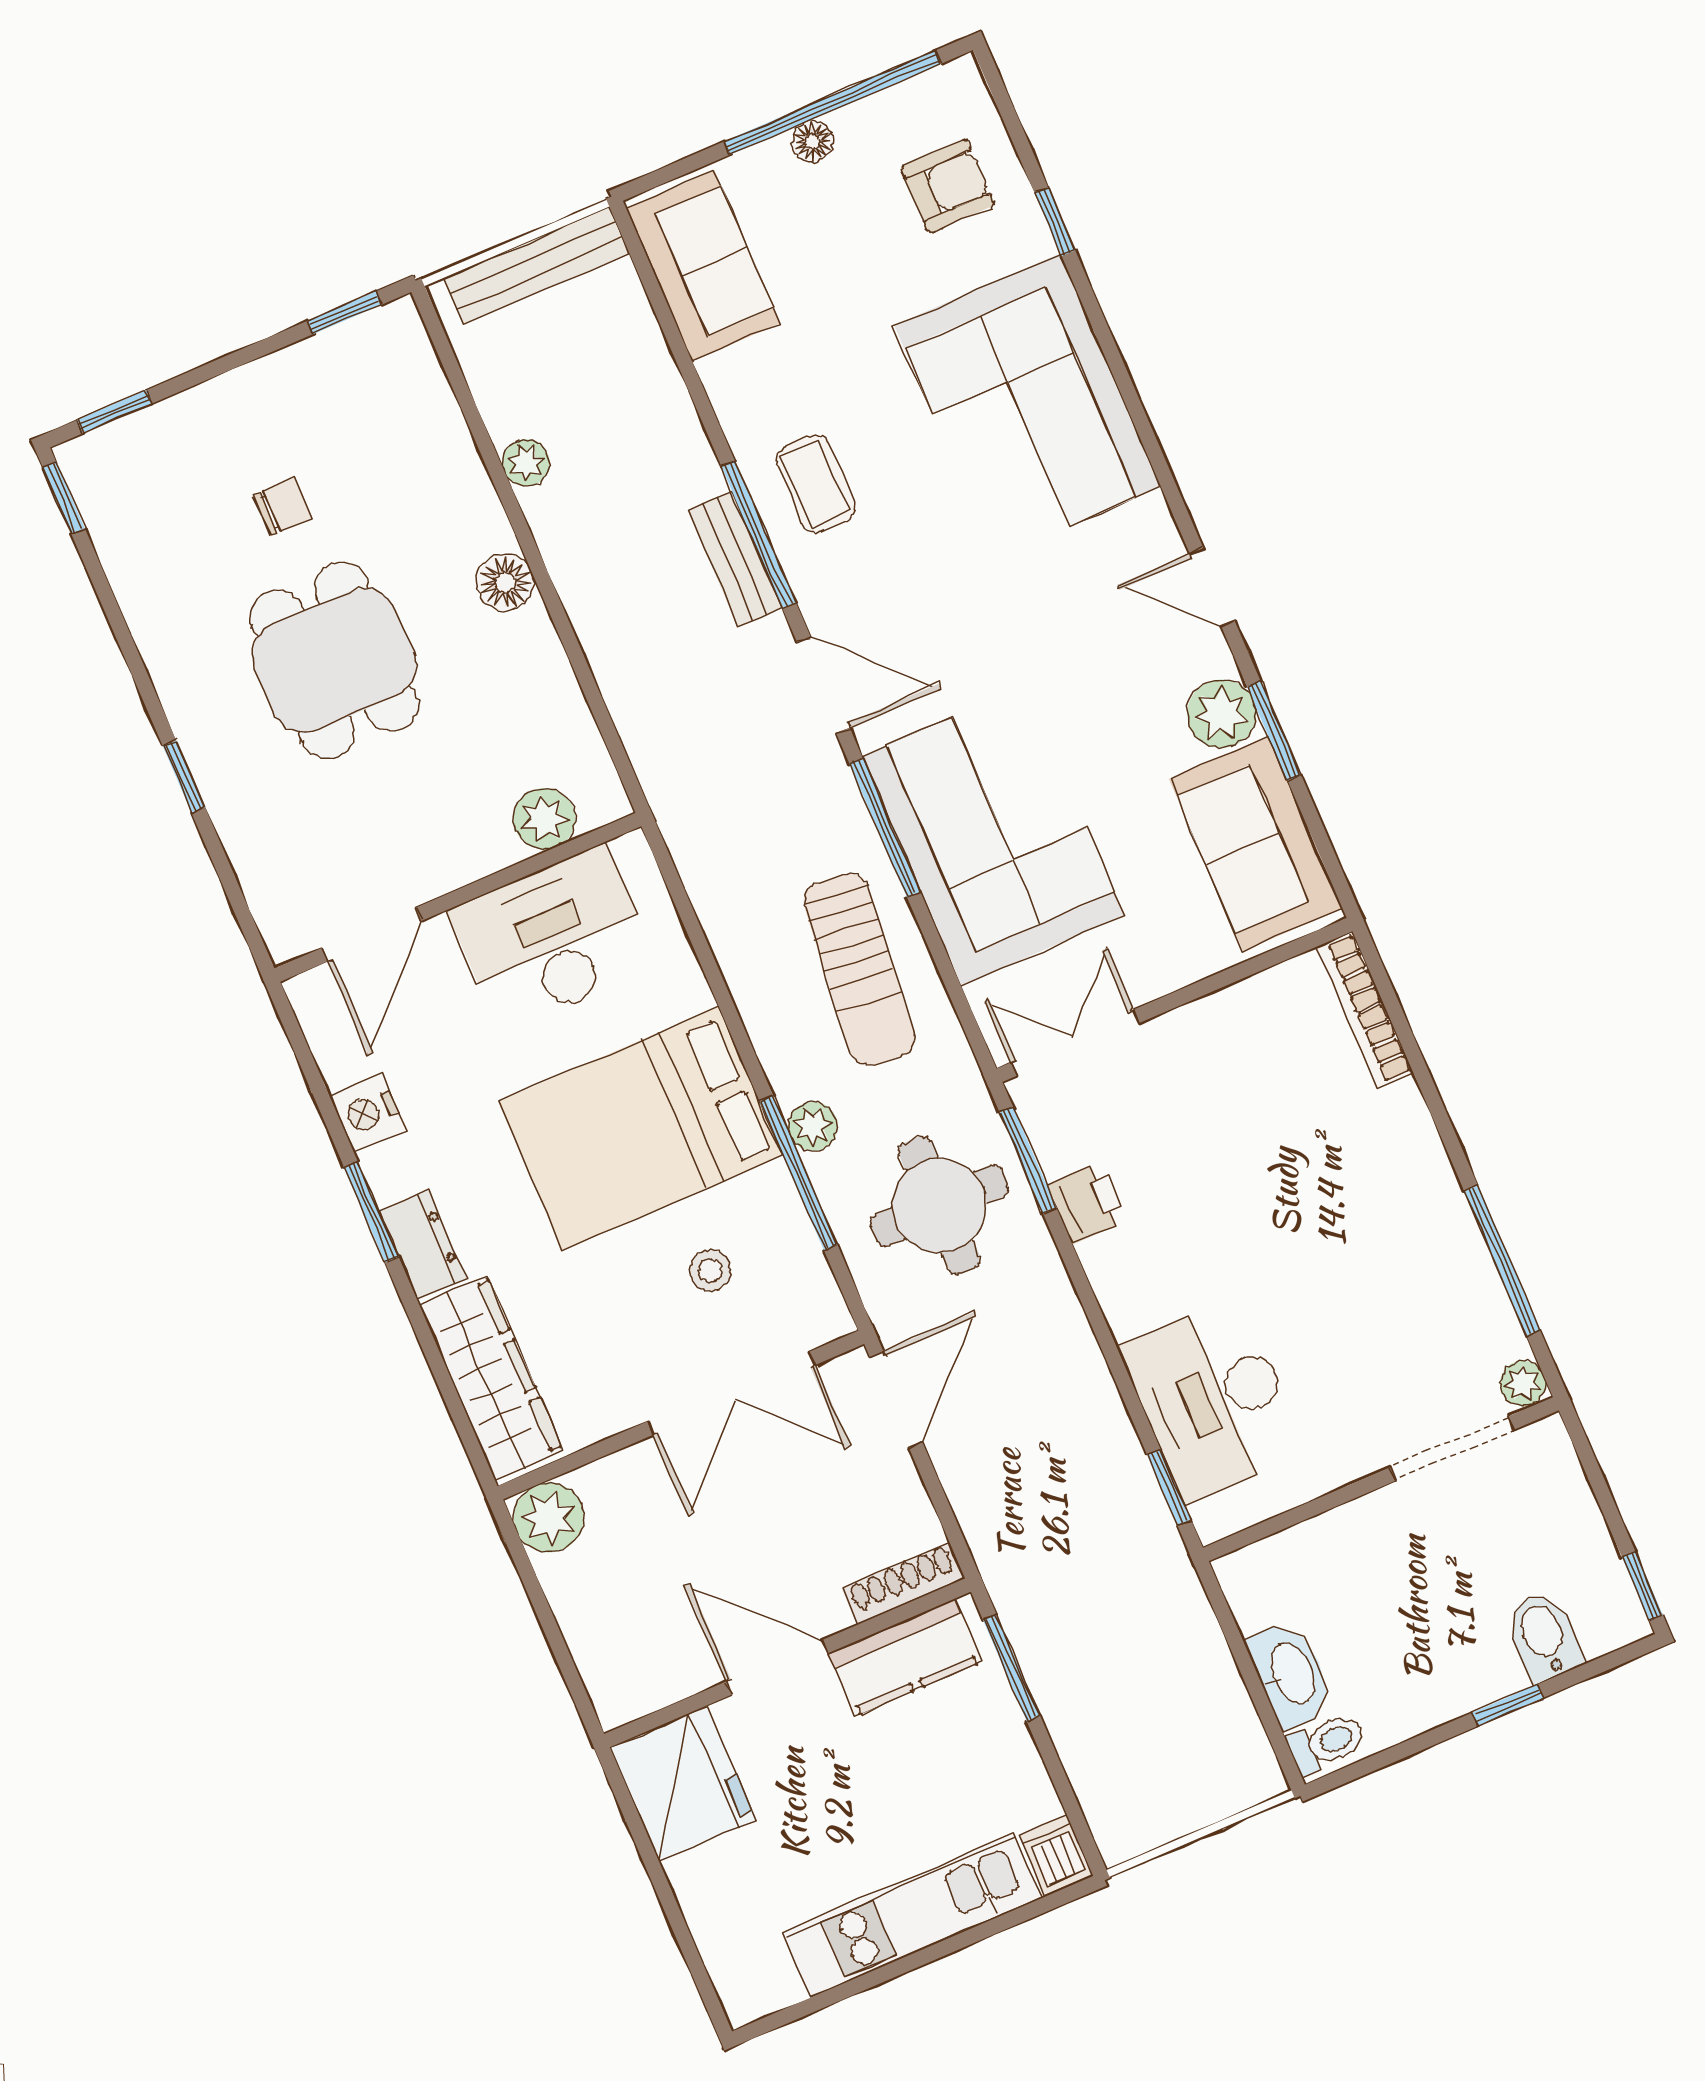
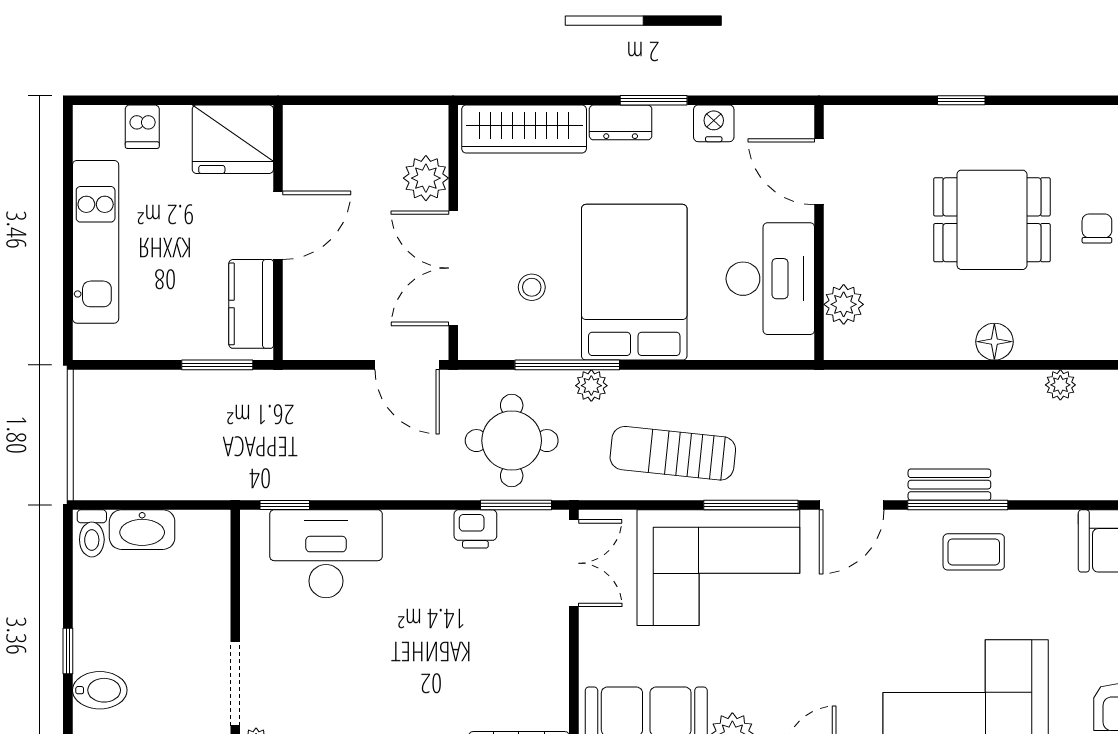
chair: (283, 507) -> (1097, 228), turned 180
plant: (549, 1518) -> (426, 178), moved
shoe rack: (903, 1583) -> (296, 322), removed
dishwasher: (1056, 1855) -> (142, 127), moved, turned 90

